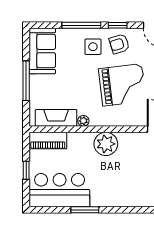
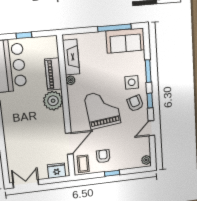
window: (81, 25) -> (148, 71), width x0.69
window: (26, 81) -> (114, 28), moved
grand piano: (122, 85) -> (103, 109), turned 180
piano: (48, 141) -> (53, 74), moved

